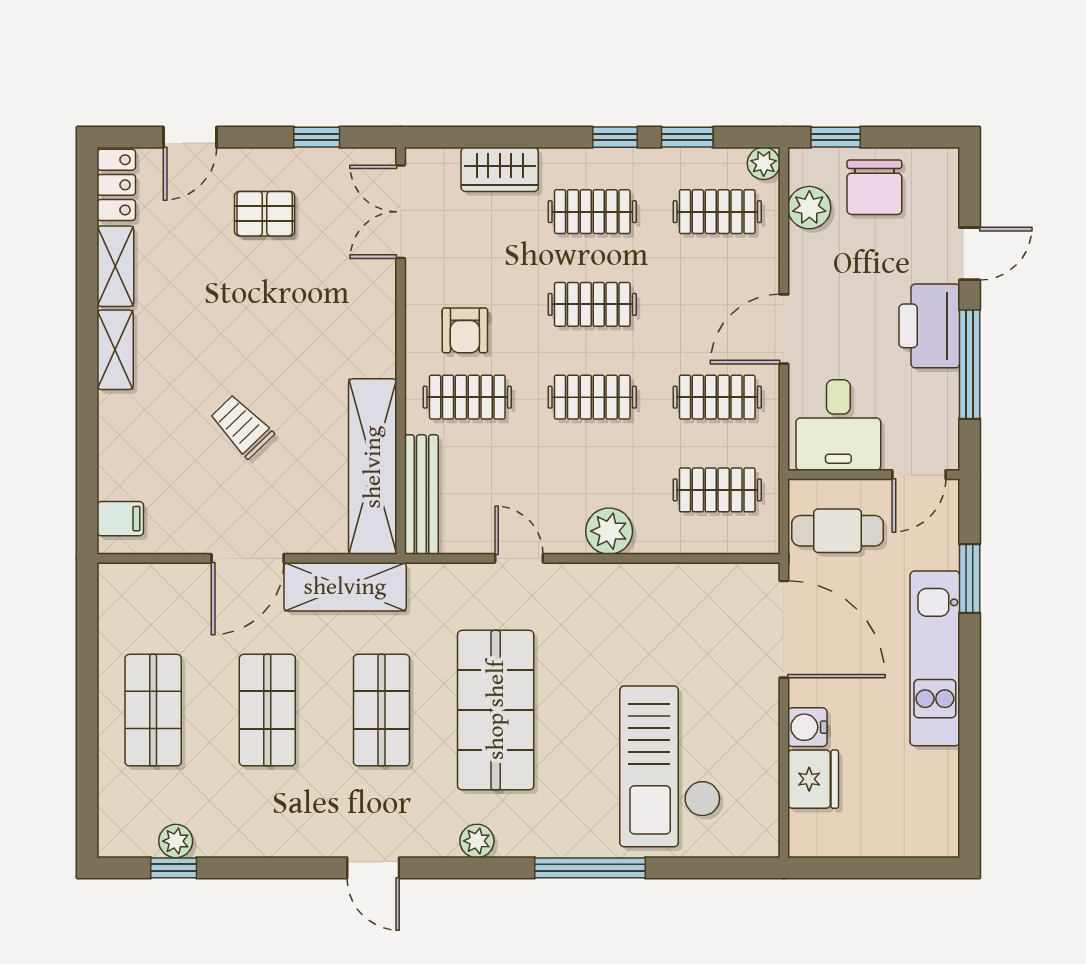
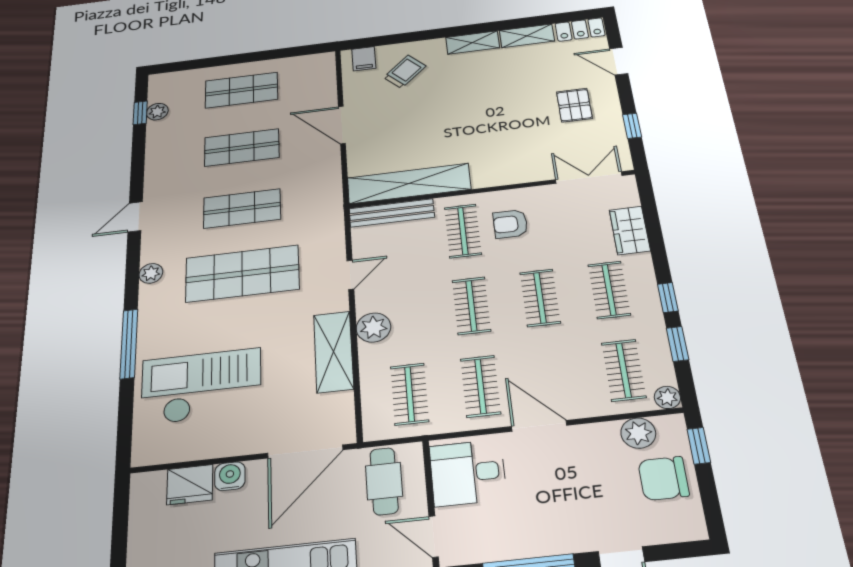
printer: (929, 326) -> (556, 532), removed
trolley: (242, 426) -> (405, 72), moved
shelving: (345, 587) -> (334, 352), moved

